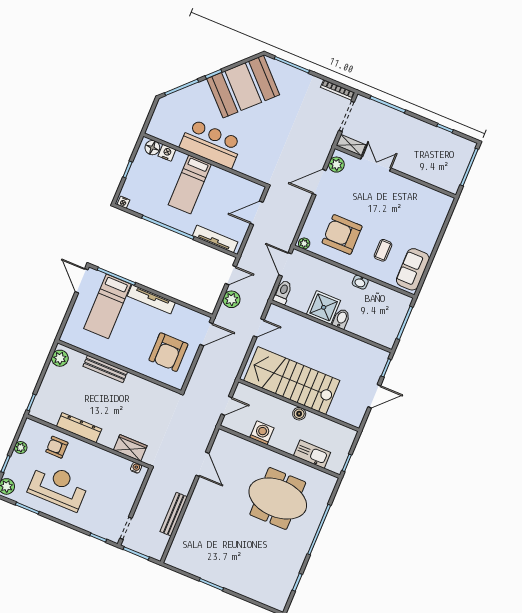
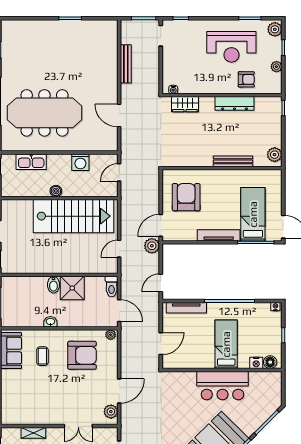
shelving: (351, 145) -> (33, 433), moved
plant: (231, 299) -> (152, 246), moved
meeting table: (278, 498) -> (44, 113), width x1.36

